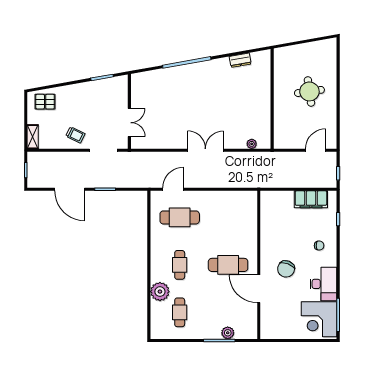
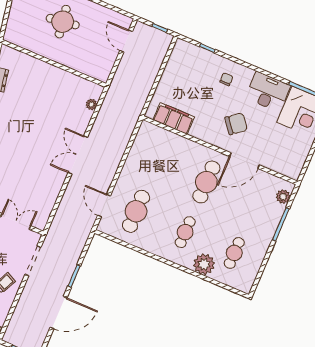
filing cabinet: (311, 199) -> (174, 118), moved, turned -90
cafe table: (180, 265) -> (185, 232), turned 90
chair: (286, 269) -> (236, 124), turned -59
cafe table: (180, 312) -> (234, 253), turned 90
plant: (228, 333) -> (283, 197), moved

